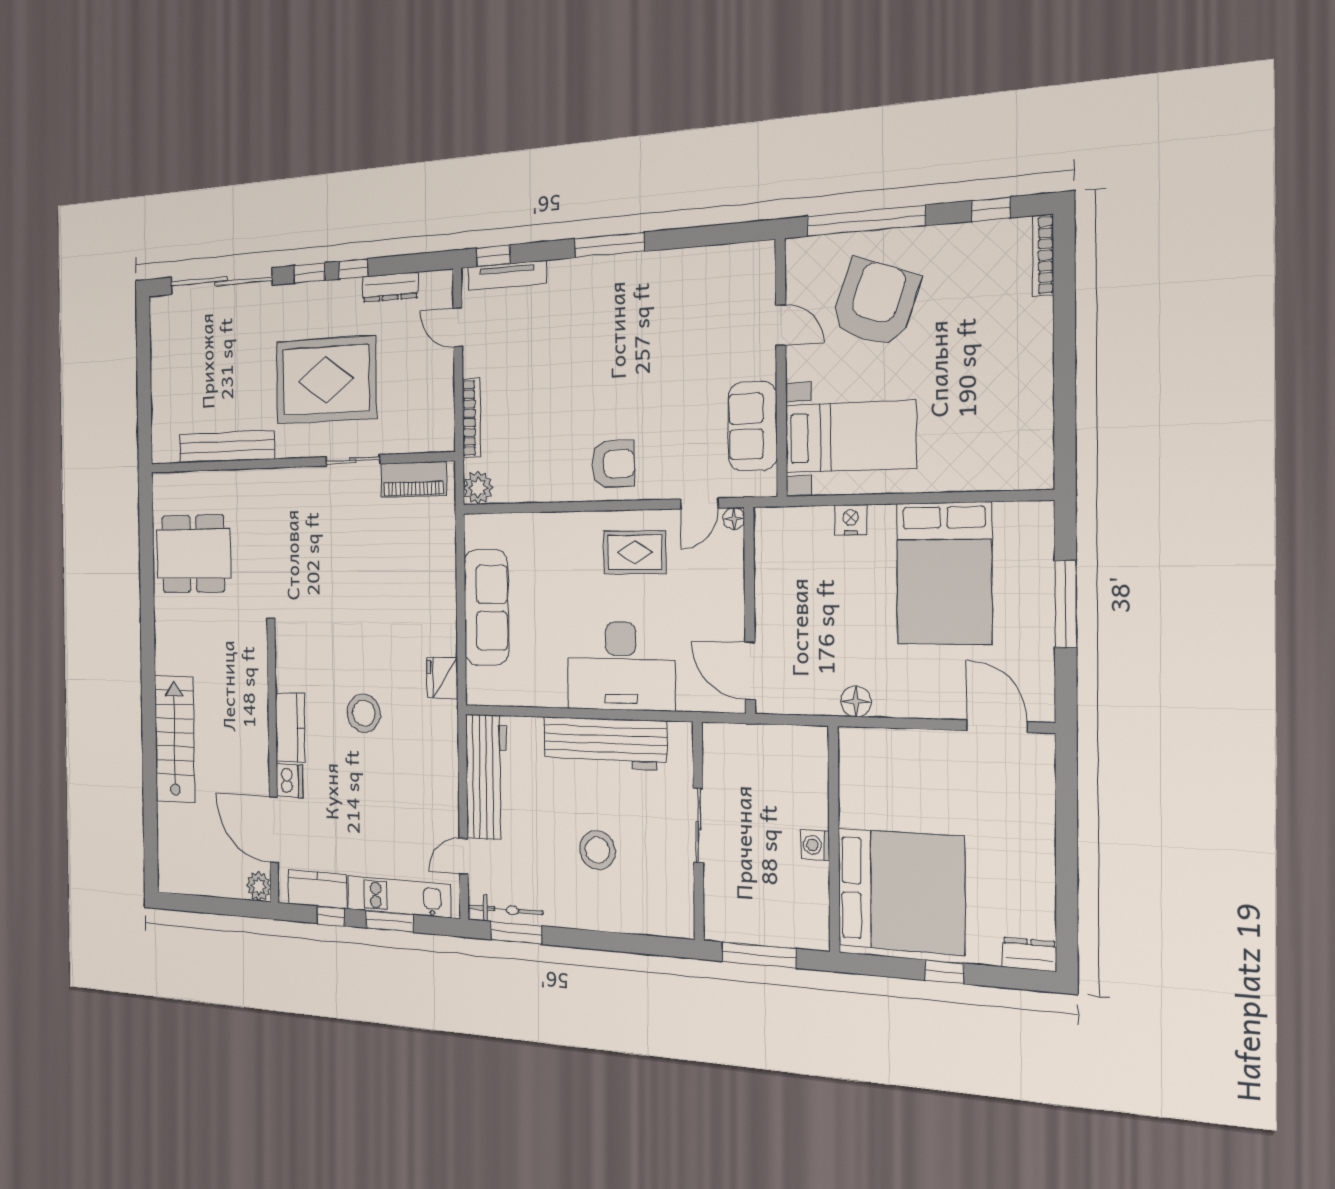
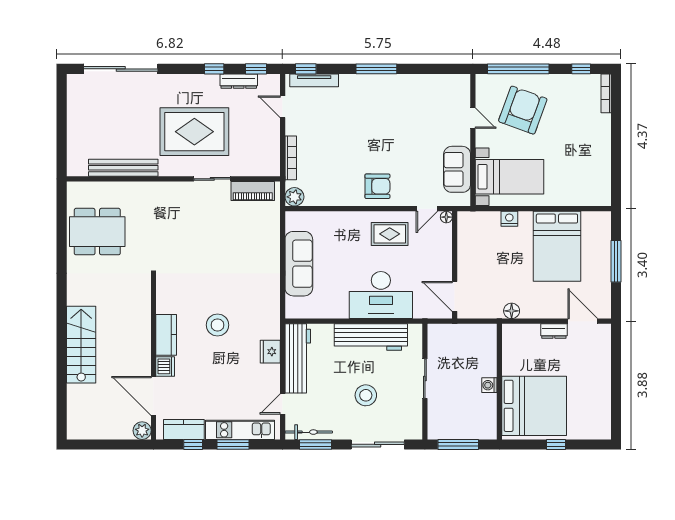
window: (309, 273) -> (256, 69), moved
fridge: (442, 678) -> (270, 352), moved
sliding door: (618, 942) -> (378, 444), added
dresser: (1029, 954) -> (554, 331), moved, turned 180

